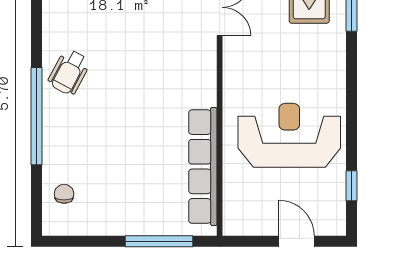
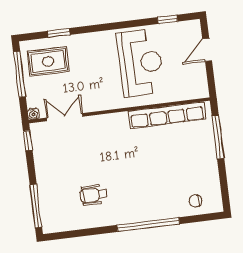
wheelchair: (69, 72) -> (94, 195), moved, turned 152
reception desk: (289, 135) -> (140, 63), turned 180

